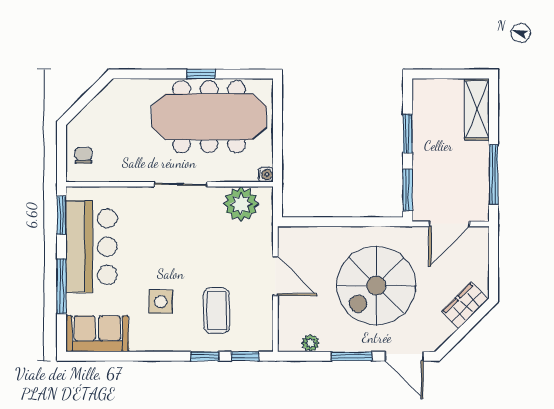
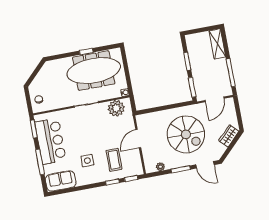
door: (275, 276) -> (138, 139), swing flipped
spiral stairs: (376, 286) -> (186, 134), turned -90

